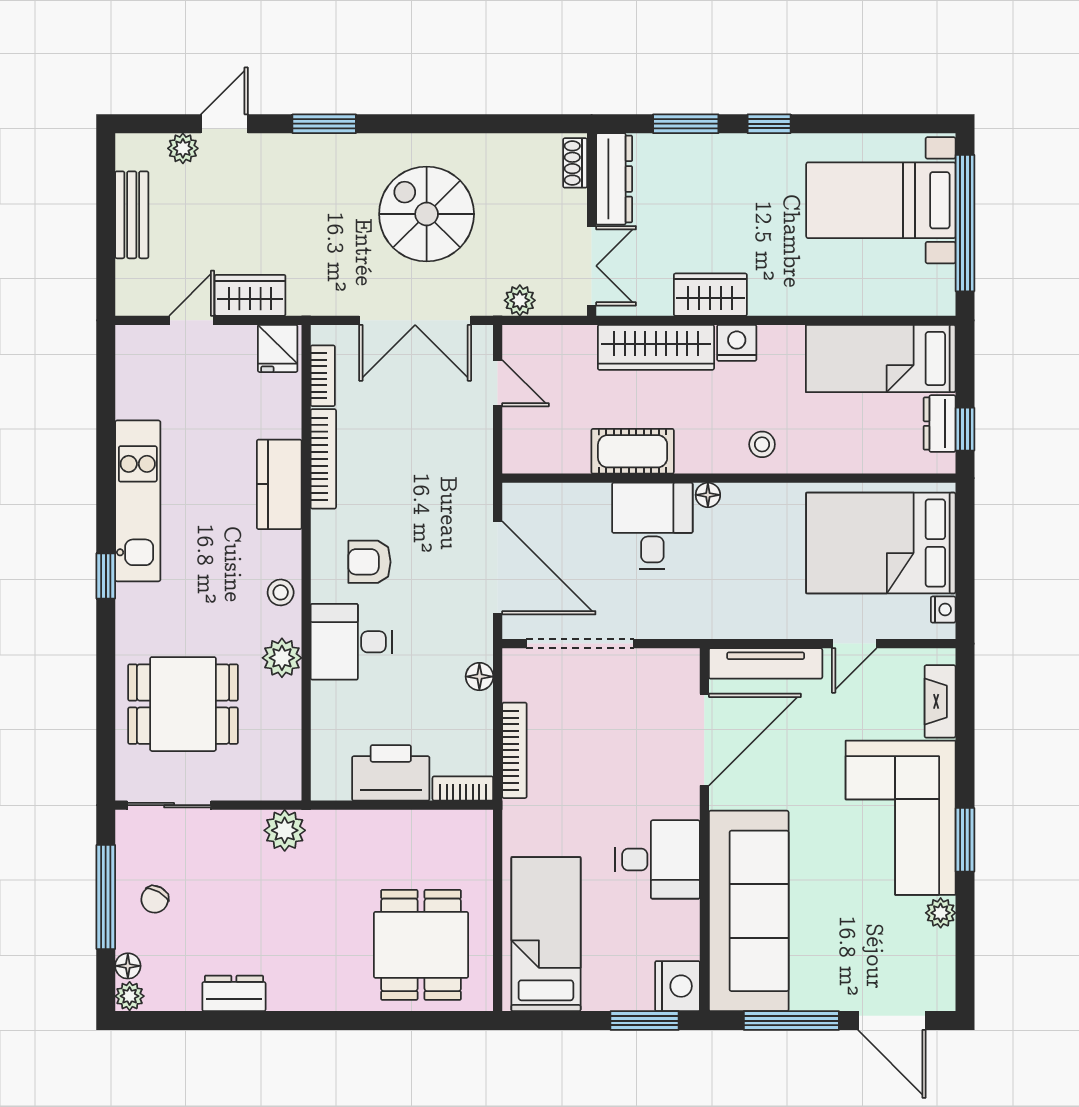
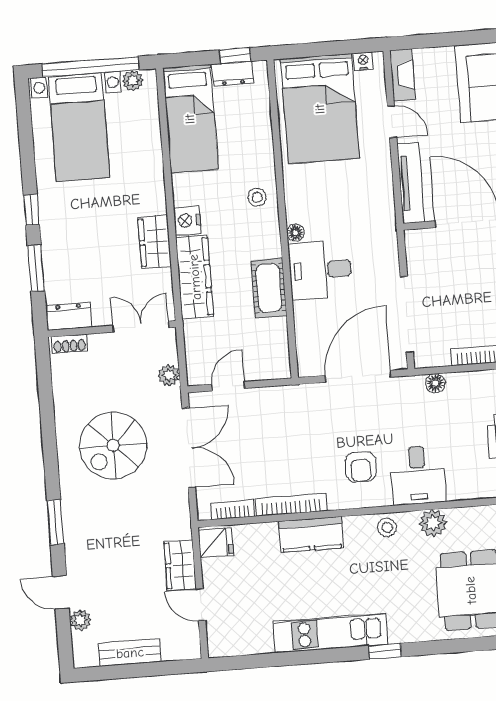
dresser: (614, 179) -> (69, 316), width x0.70
plant: (941, 281) -> (133, 81), added
fireplace: (940, 701) -> (402, 75), moved, turned -90

